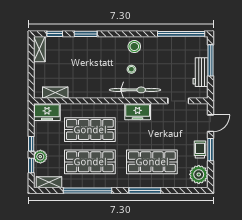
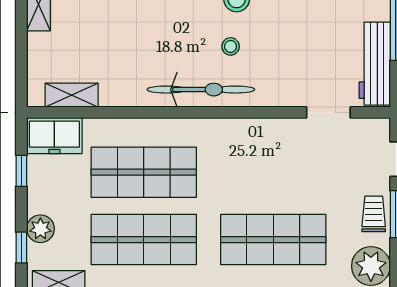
workbench: (201, 72) -> (375, 64), width x1.37
bicycle: (135, 90) -> (201, 90), moved
freezer: (138, 112) -> (243, 135), removed
window: (31, 144) -> (21, 171), moved

